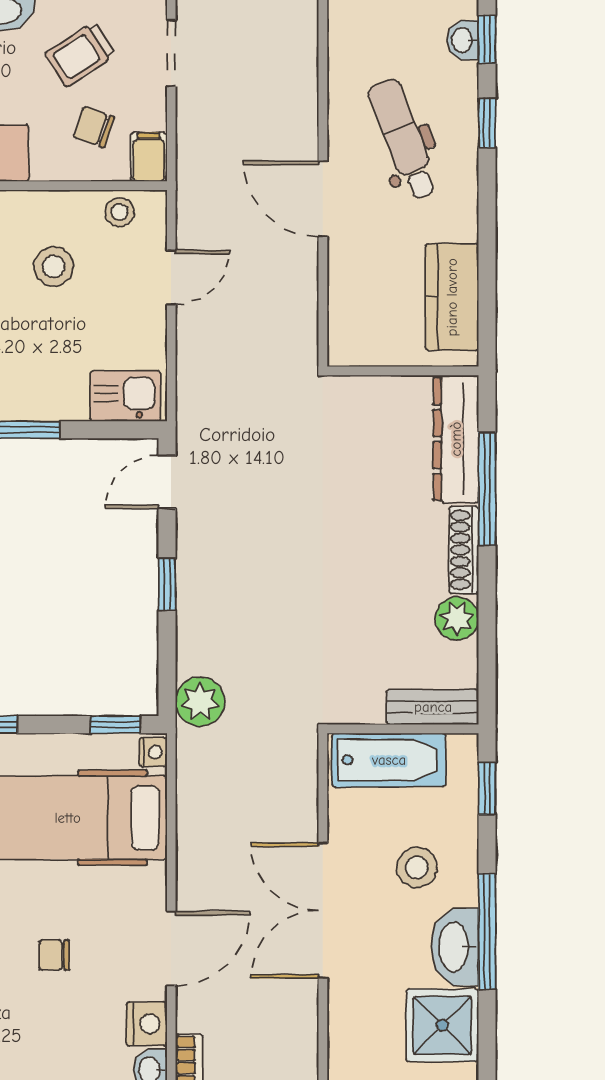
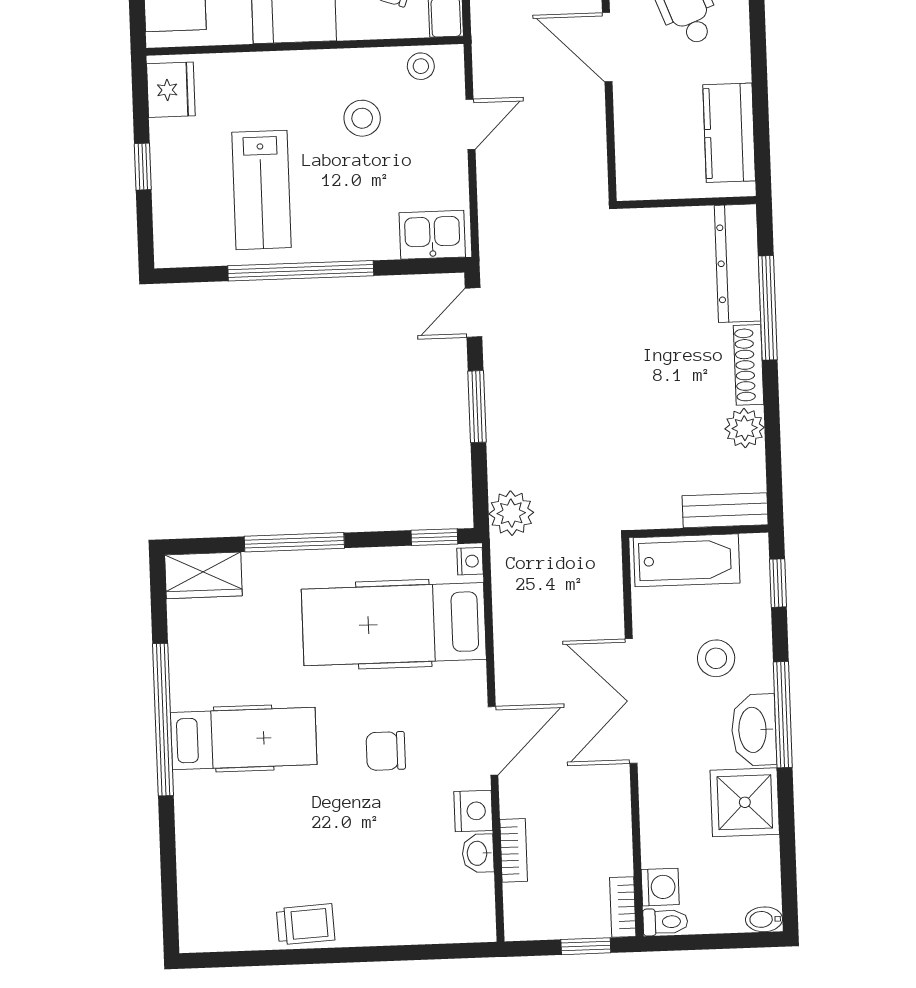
window: (167, 584) -> (477, 407), width x1.50
chair: (54, 955) -> (386, 751), width x1.37, depth x1.37

